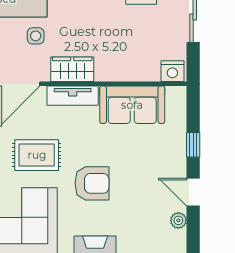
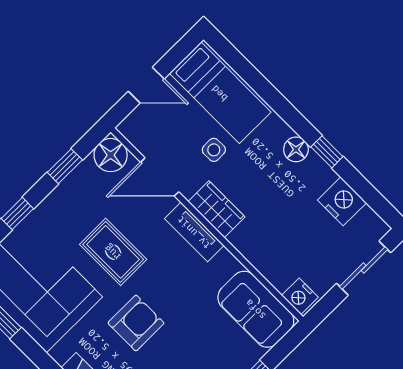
sofa: (132, 105) -> (256, 309), moved
armchair: (92, 183) -> (136, 323), turned -90

